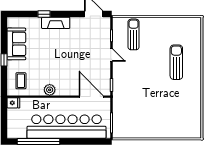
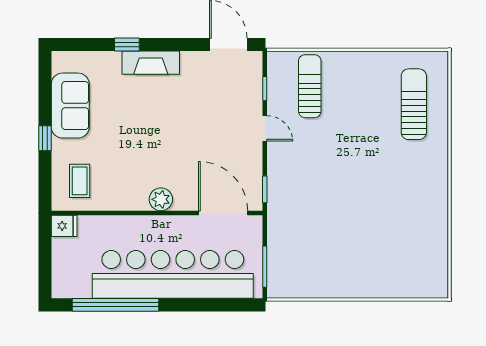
sun lounger: (176, 62) -> (414, 104), moved
plant: (50, 90) -> (161, 199), moved

